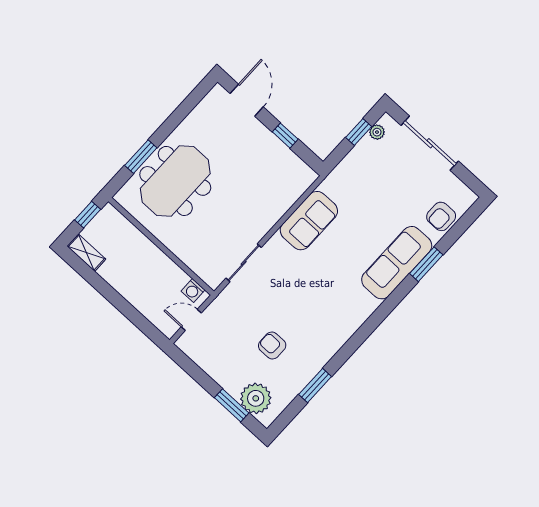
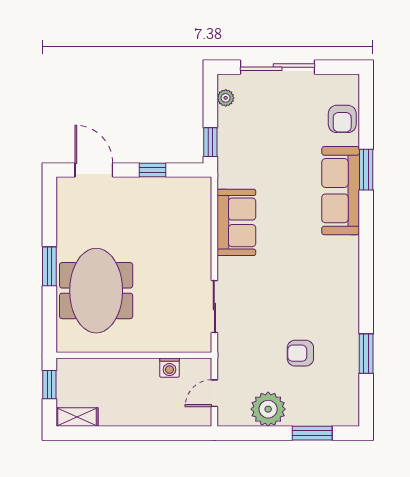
window: (359, 132) -> (210, 142), moved
window: (141, 157) -> (49, 266), moved
washing machine: (193, 291) -> (170, 368), moved
plant: (256, 398) -> (268, 409), moved

